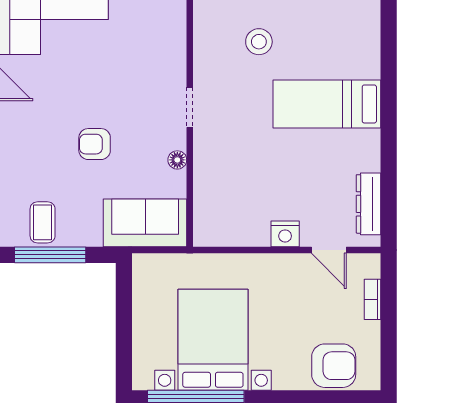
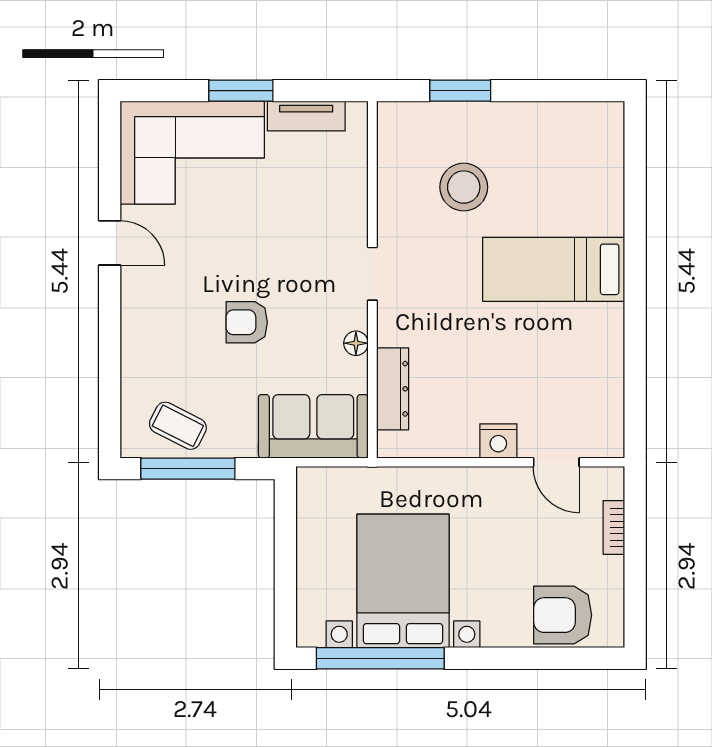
stool: (259, 42) -> (464, 187), width x1.38, depth x1.38
dresser: (368, 204) -> (393, 389), moved, turned 180
coffee table: (43, 222) -> (178, 426), turned -63
armchair: (334, 366) -> (563, 615), turned 180

